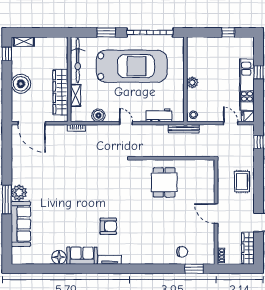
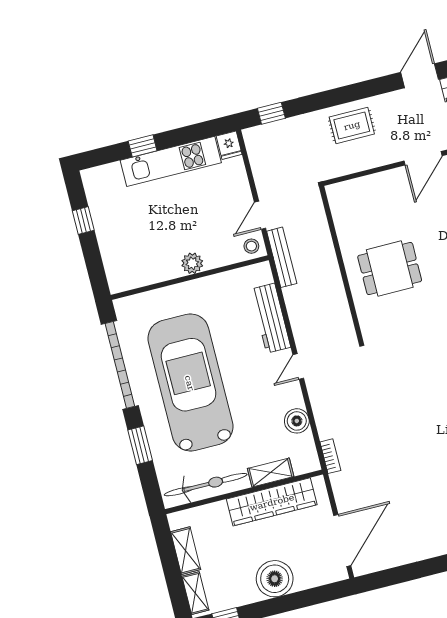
shelving: (47, 42) -> (186, 551), added
workbench: (159, 115) -> (271, 318), width x1.38
door: (231, 123) -> (260, 215), moved

